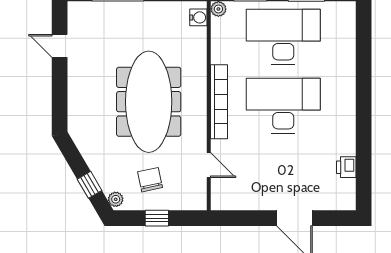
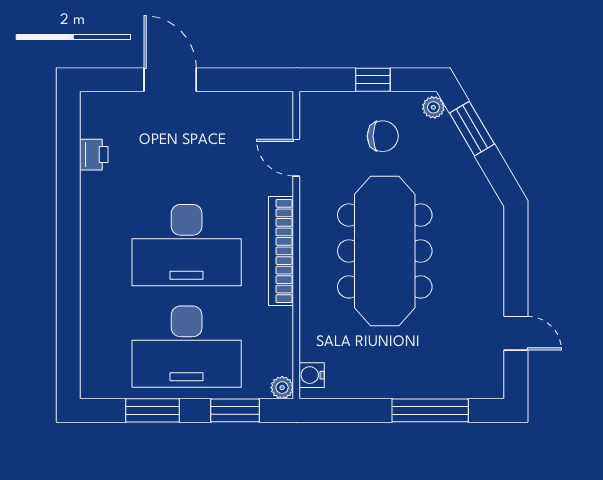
chair: (150, 180) -> (383, 136), turned -78
window: (90, 185) -> (472, 129), width x1.50

